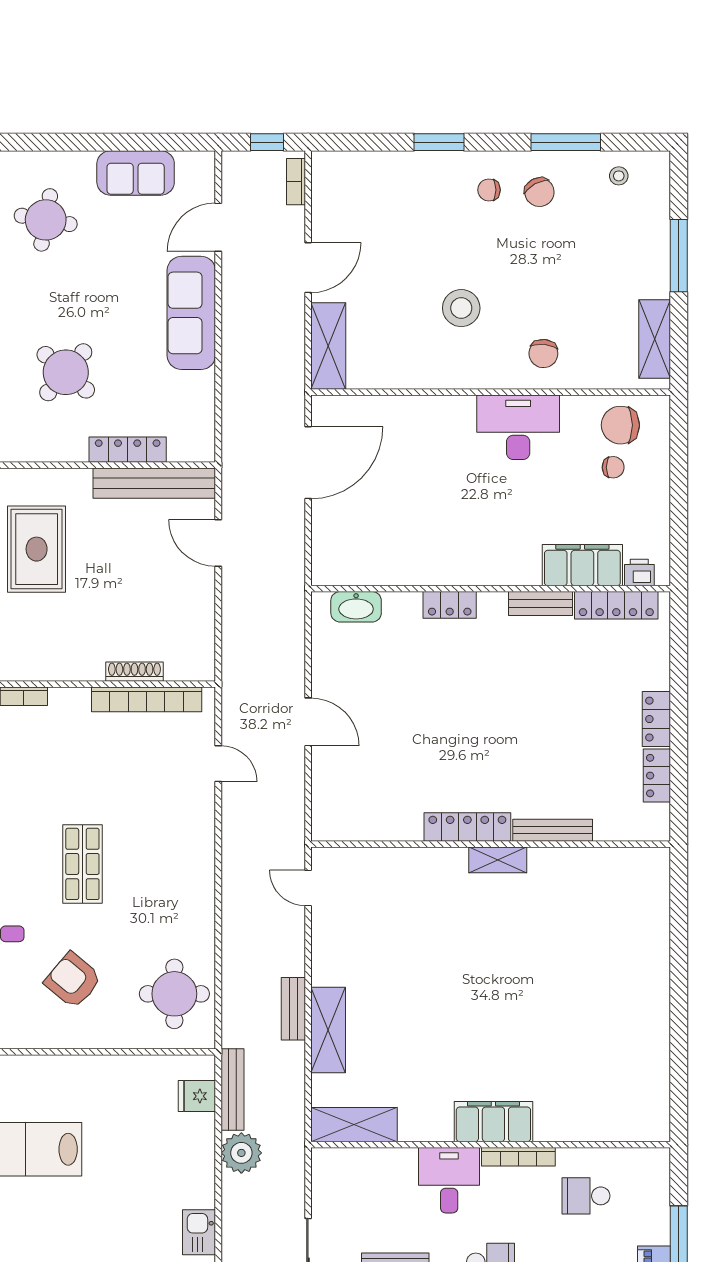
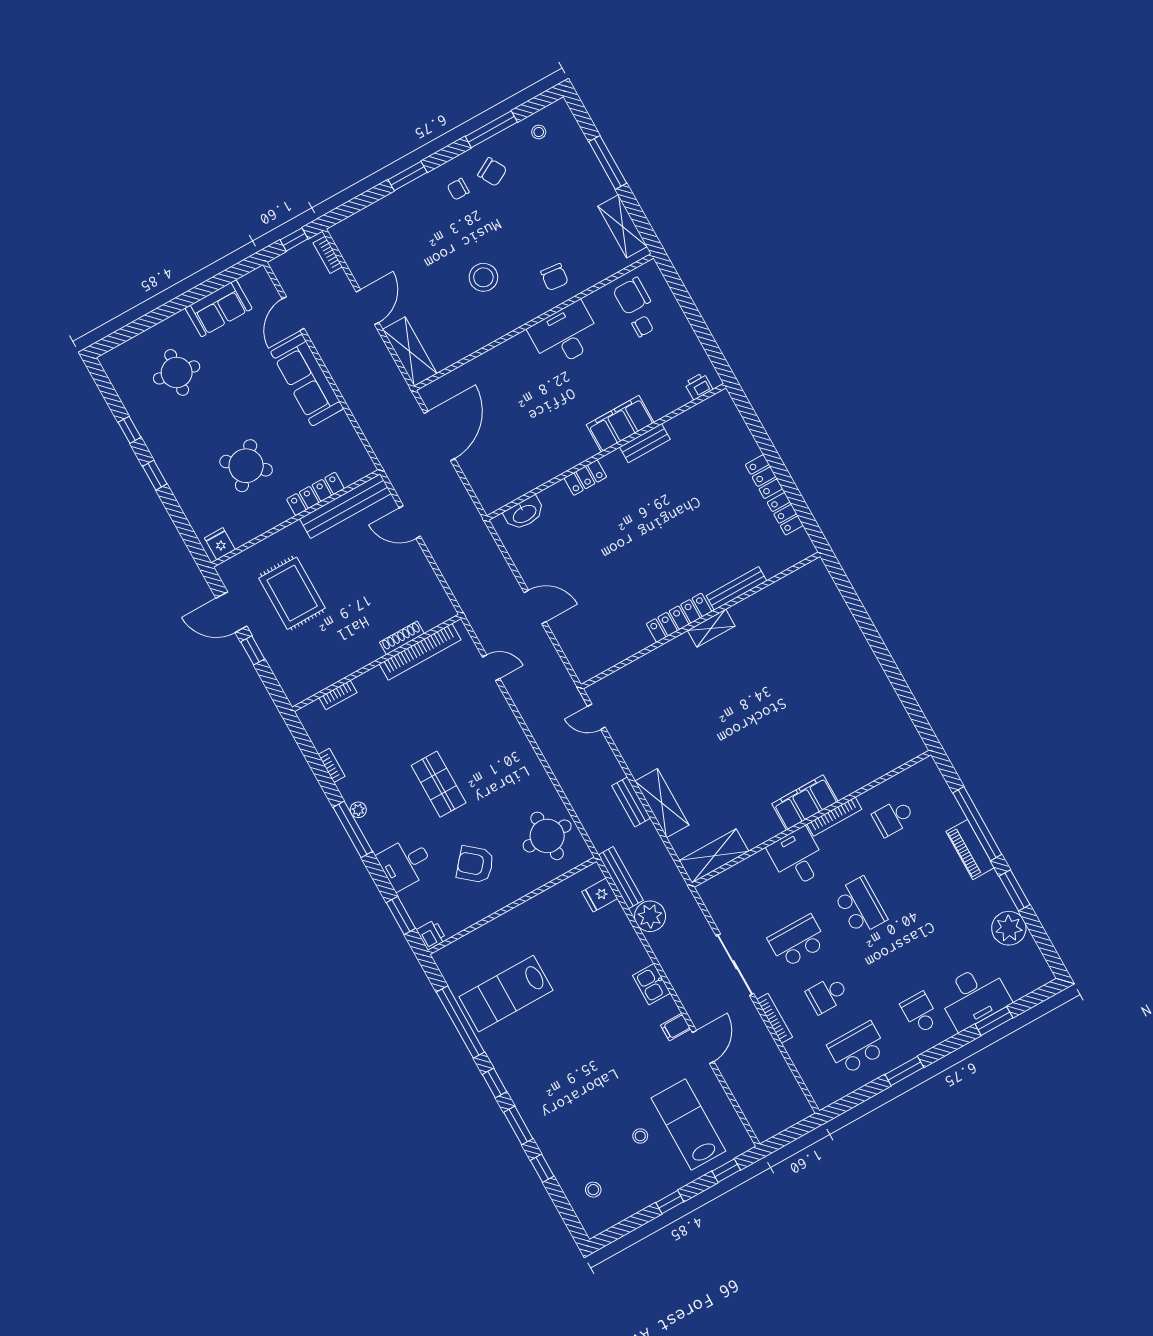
filing cabinet: (582, 565) -> (620, 424), moved
locker: (616, 605) -> (695, 416), removed

